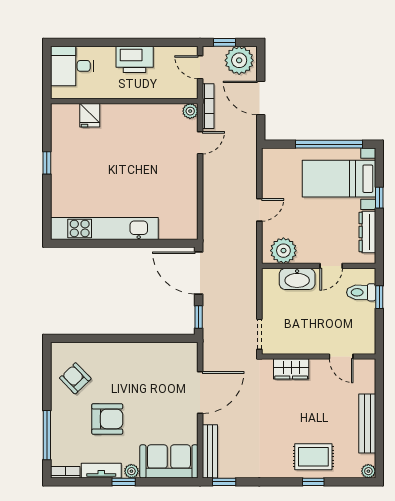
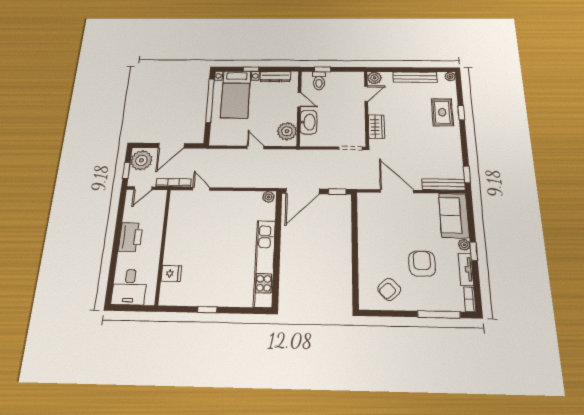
plant: (190, 111) -> (268, 197), moved
plant: (366, 368) -> (374, 78), added

